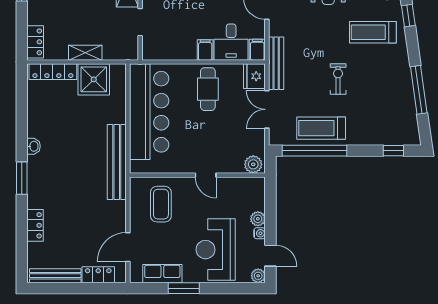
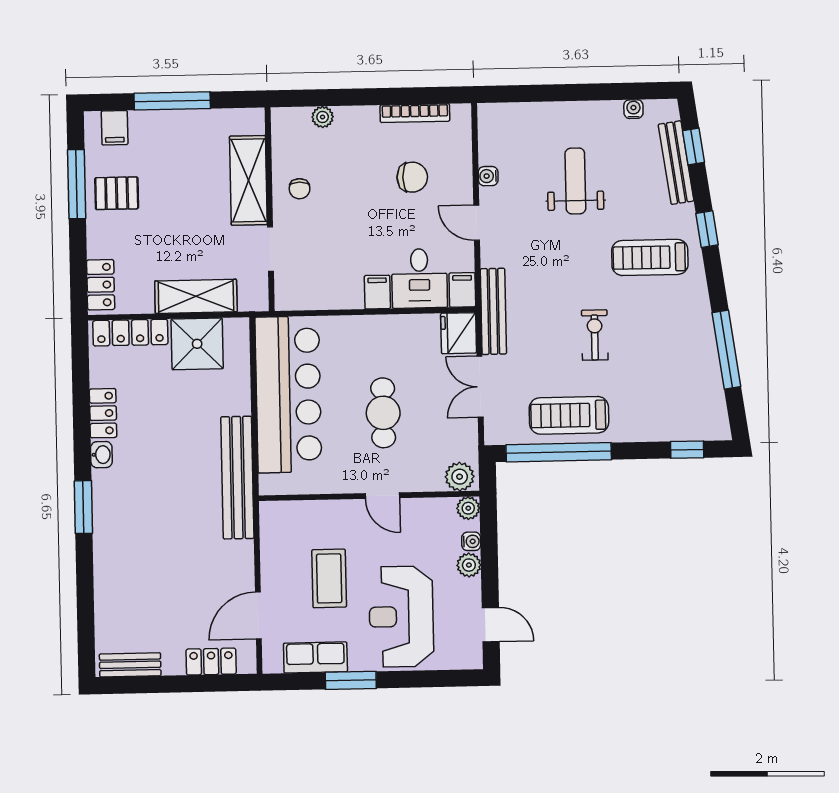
shelving: (85, 53) -> (196, 296), width x1.50, depth x1.33
cafe table: (208, 89) -> (383, 413), moved
coffee table: (161, 204) -> (329, 578), moved
locker: (35, 225) -> (103, 413), moved
water cooler: (260, 233) -> (471, 541), moved
bench: (55, 276) -> (130, 665), width x0.73
plant: (258, 276) -> (468, 508), moved

